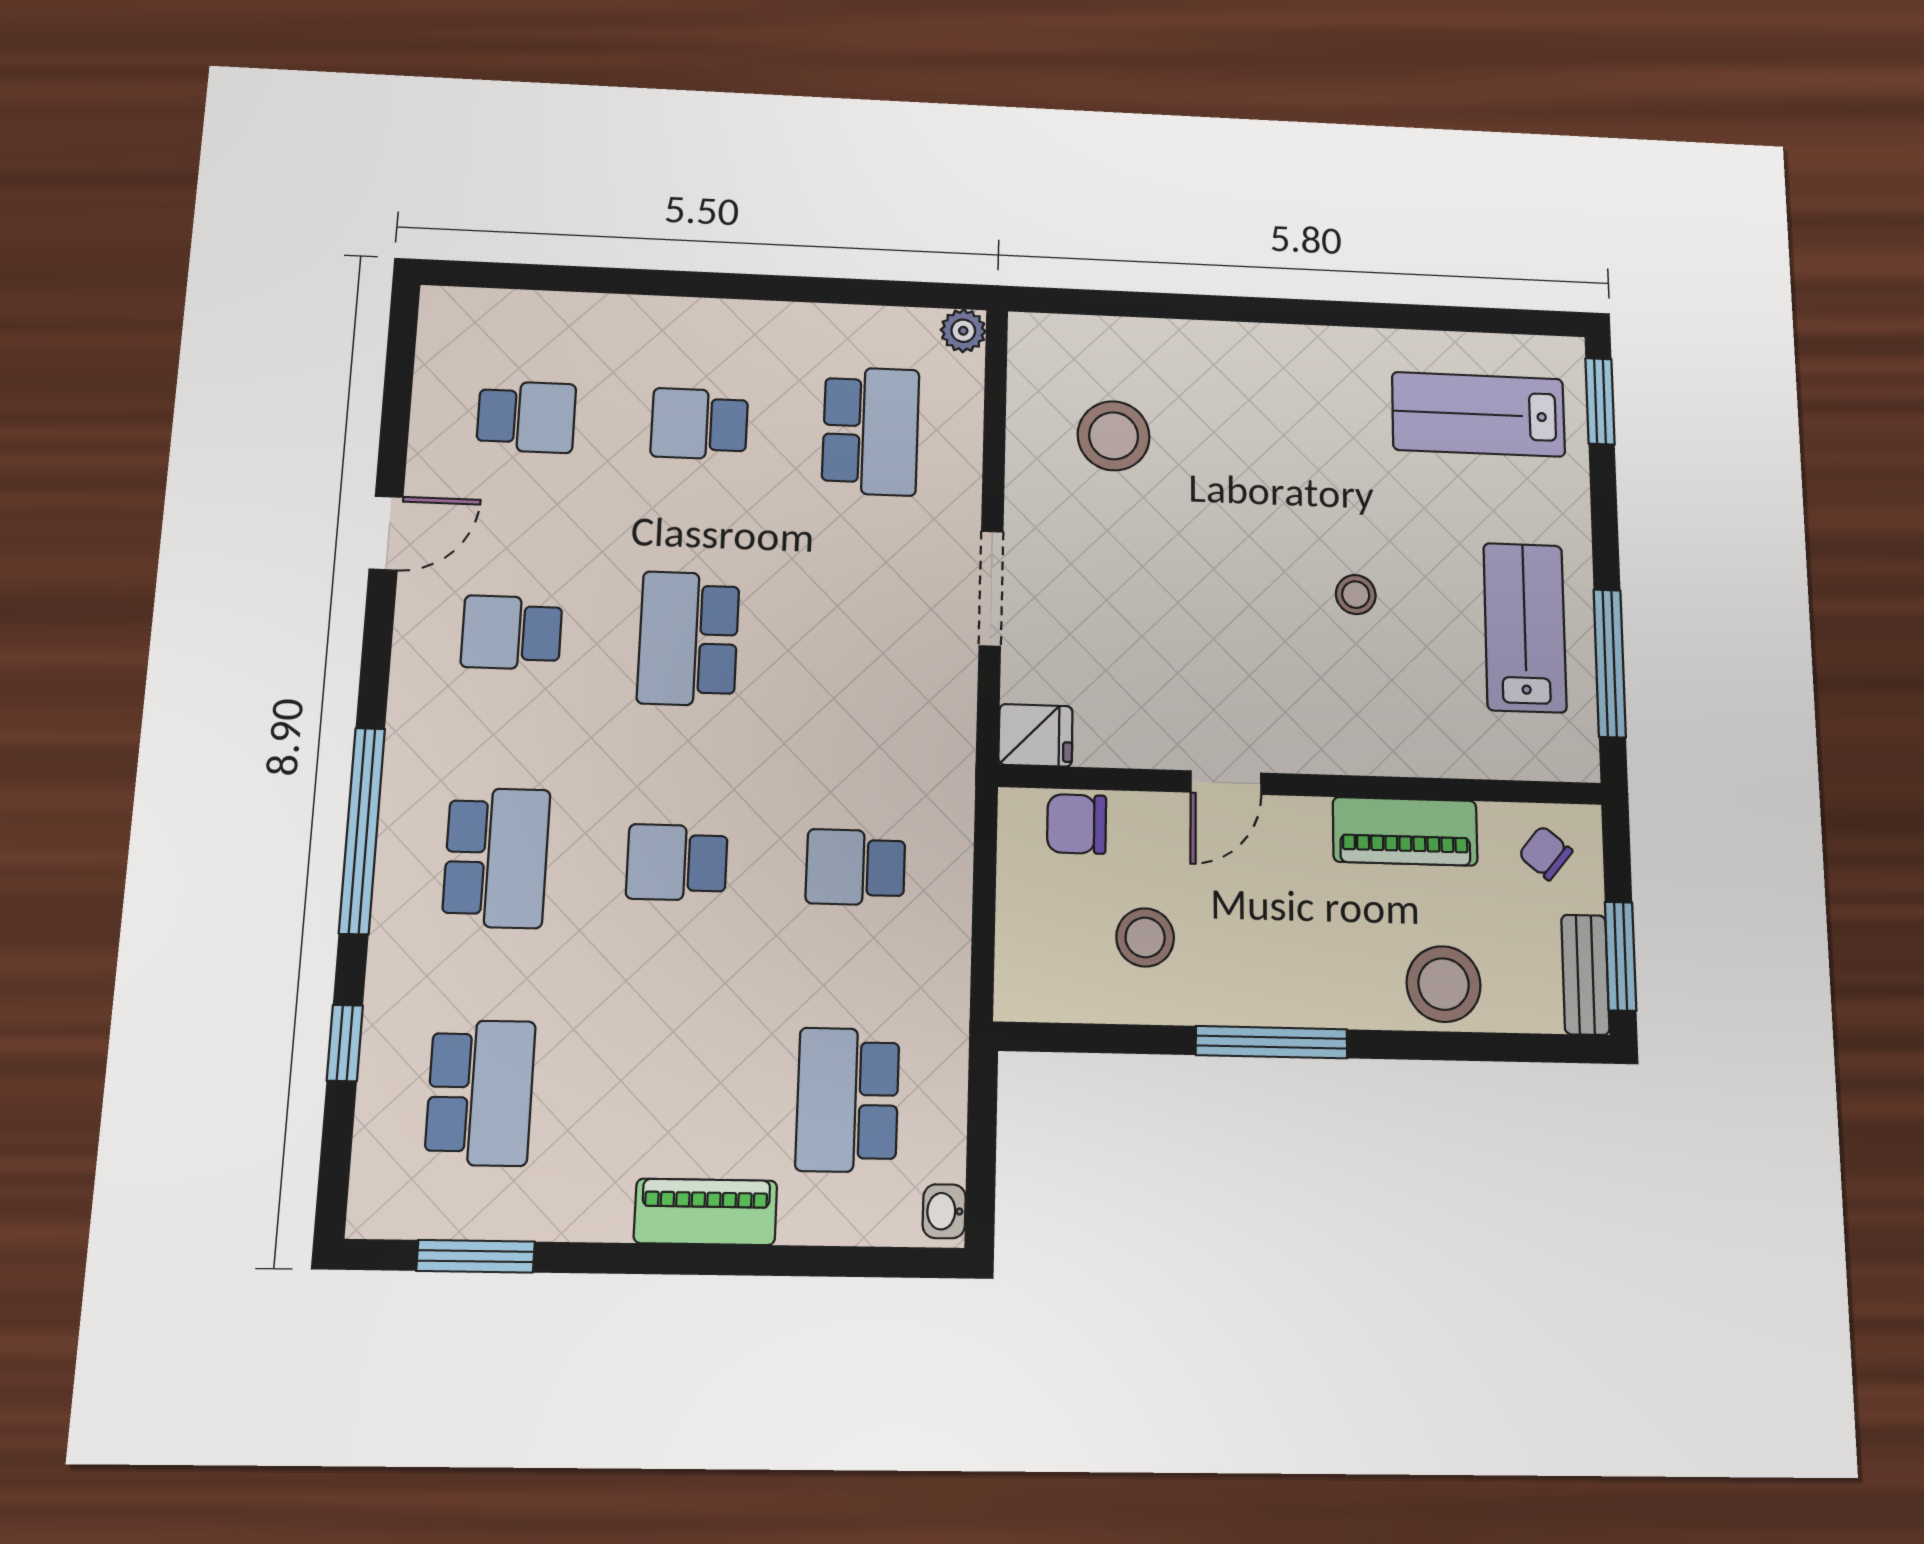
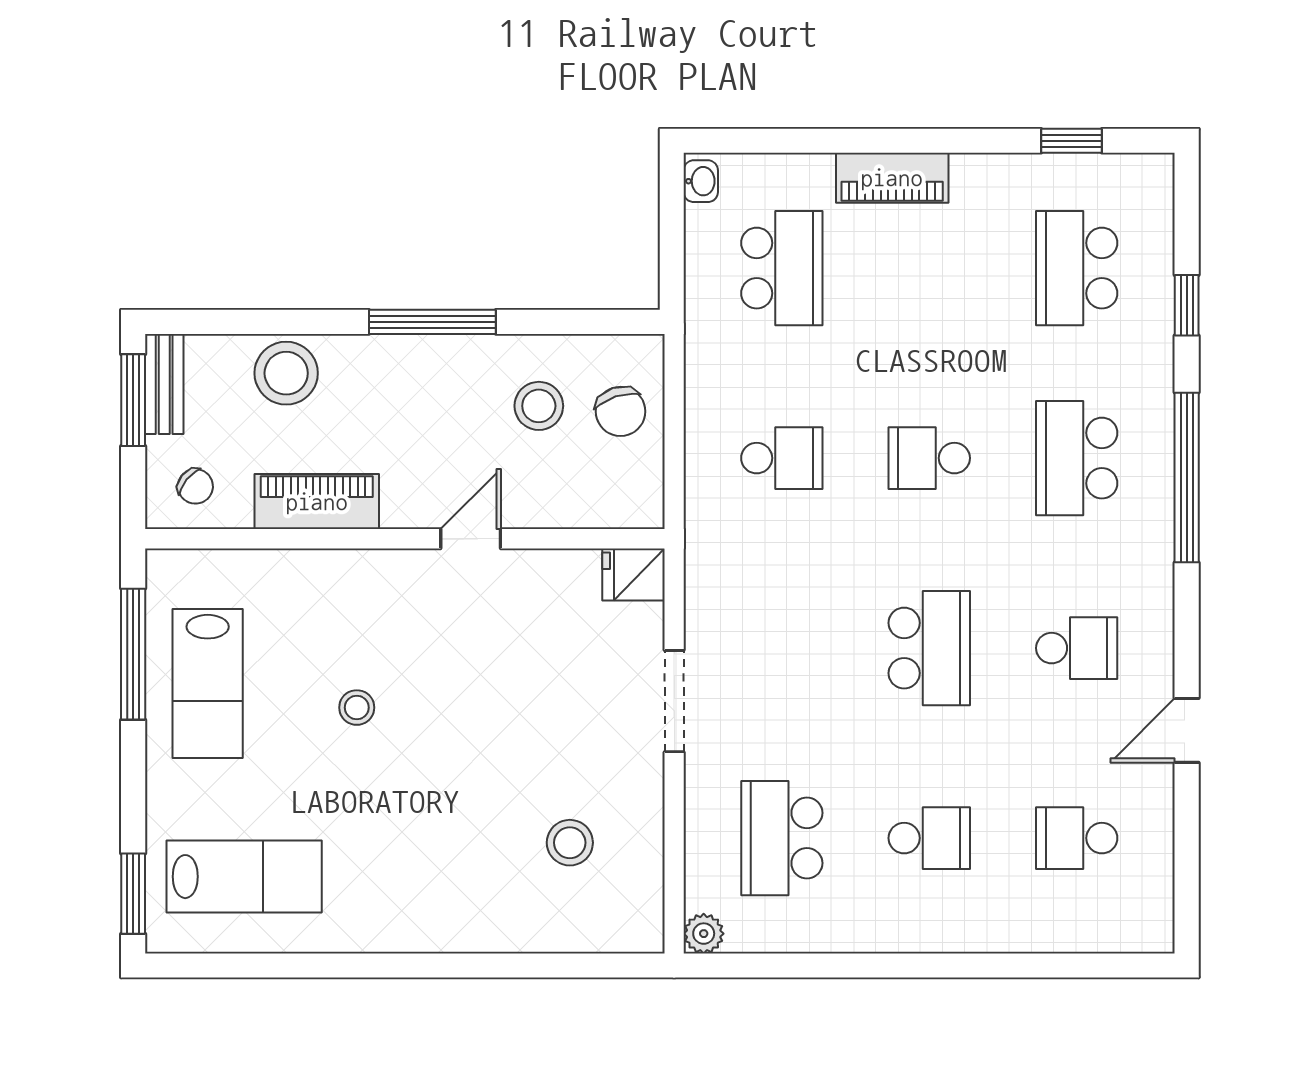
stool: (1114, 436) -> (570, 843), width x0.73, depth x0.73
chair: (1077, 824) -> (621, 411), moved, turned 72
school desk: (677, 863) -> (929, 458), turned 180
window: (476, 1256) -> (1072, 141), width x0.67

